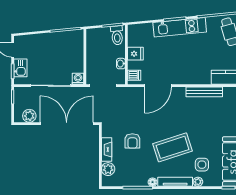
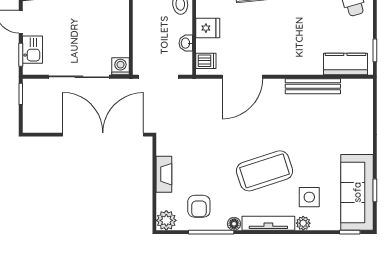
plant: (29, 116) -> (46, 123), removed
armchair: (132, 141) -> (199, 206), moved
plant: (108, 169) -> (166, 220), moved

